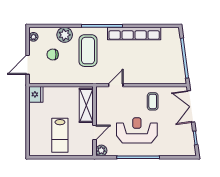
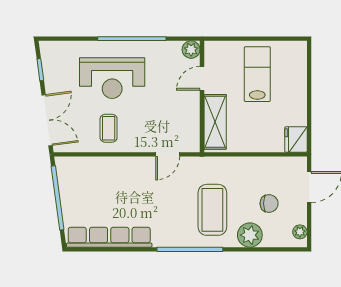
row of seats: (134, 33) -> (109, 237), moved
reception desk: (137, 130) -> (112, 78), moved

